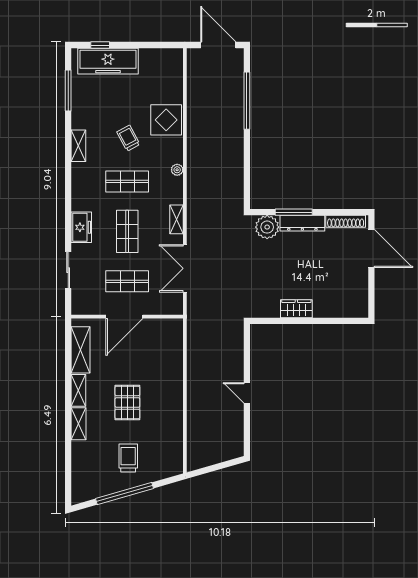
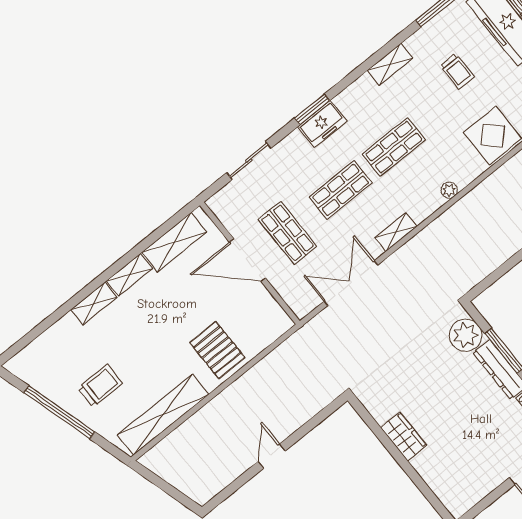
trolley: (128, 138) -> (457, 71), moved, turned 118
shop shelf: (127, 181) -> (394, 147), turned 90
window: (68, 211) -> (312, 109), added
freezer: (81, 227) -> (322, 124), moved
pallet: (127, 402) -> (217, 350), moved, turned 90
shelving: (173, 436) -> (163, 415), added

